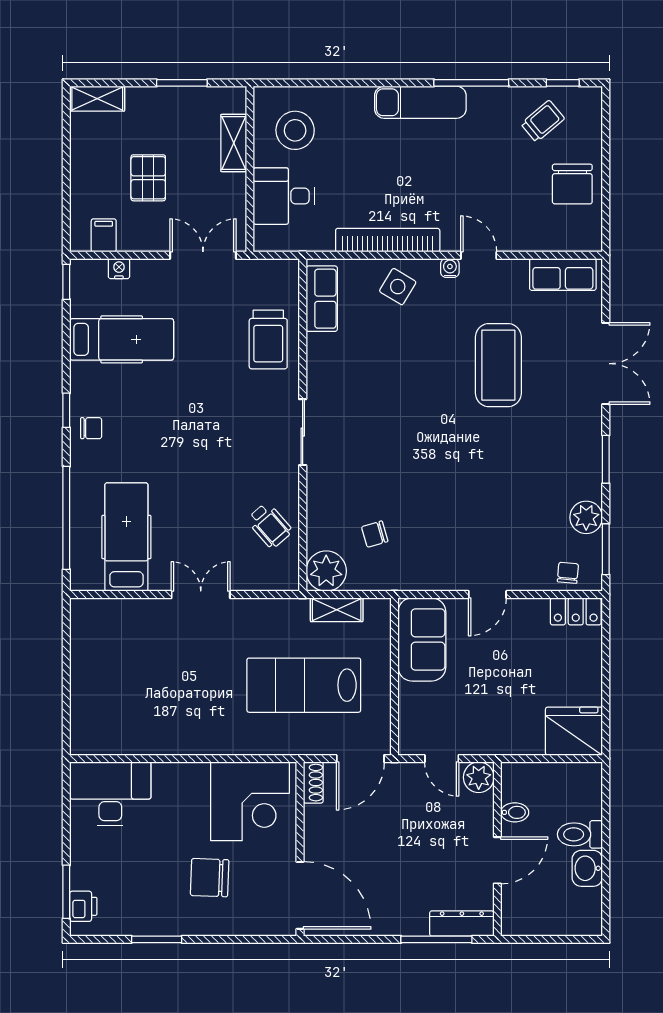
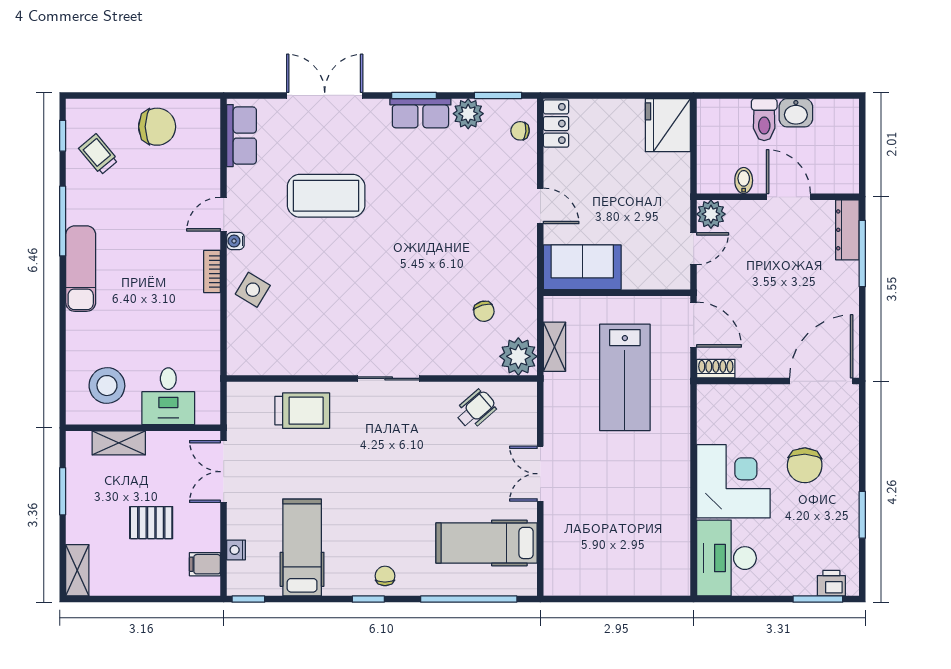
bookcase: (388, 240) -> (212, 271), width x0.43, depth x0.76
row of seats: (322, 299) -> (420, 113), moved, turned 180
corner desk: (250, 801) -> (733, 481), moved

